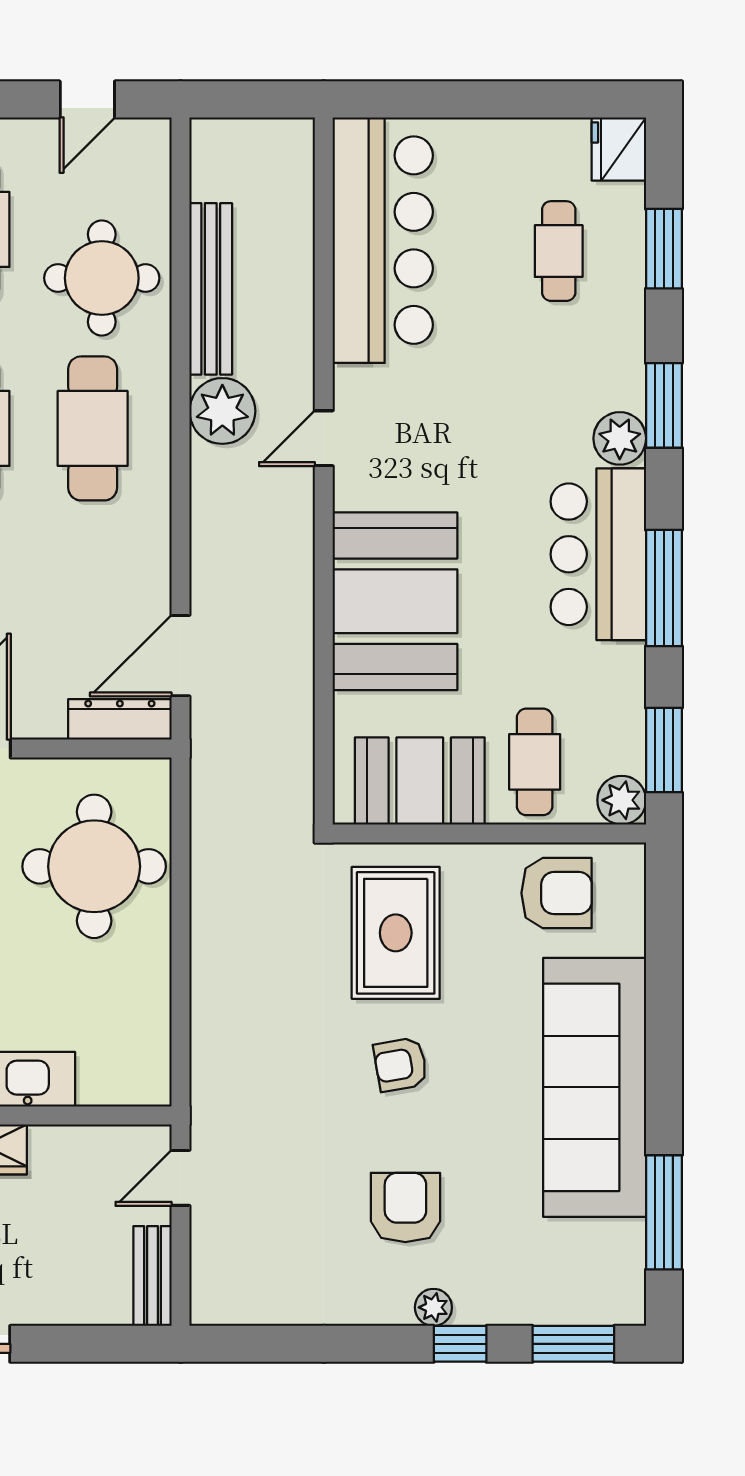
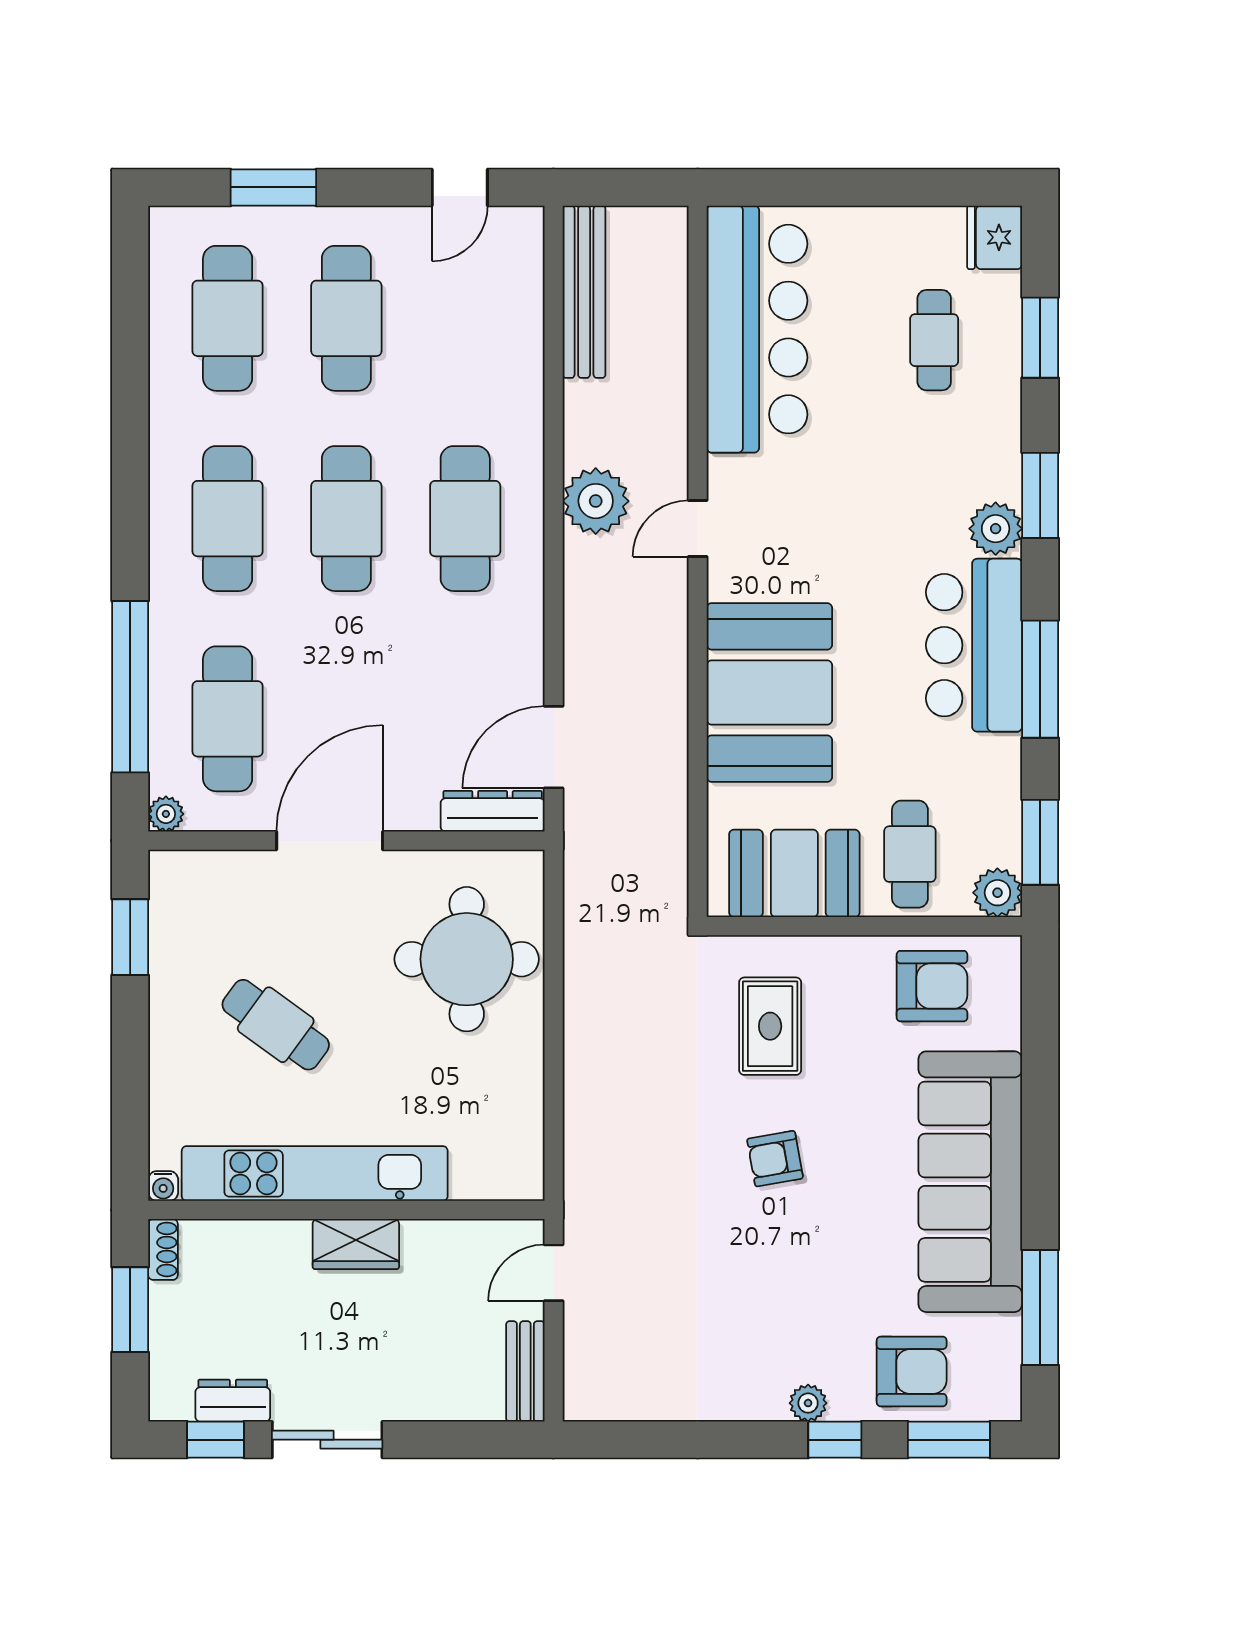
round table: (102, 278) -> (474, 367), removed
bench: (211, 289) -> (584, 292), moved
rug: (396, 933) -> (770, 1026), width x0.73, depth x0.70
armchair: (405, 1207) -> (912, 1371), moved, turned 90

